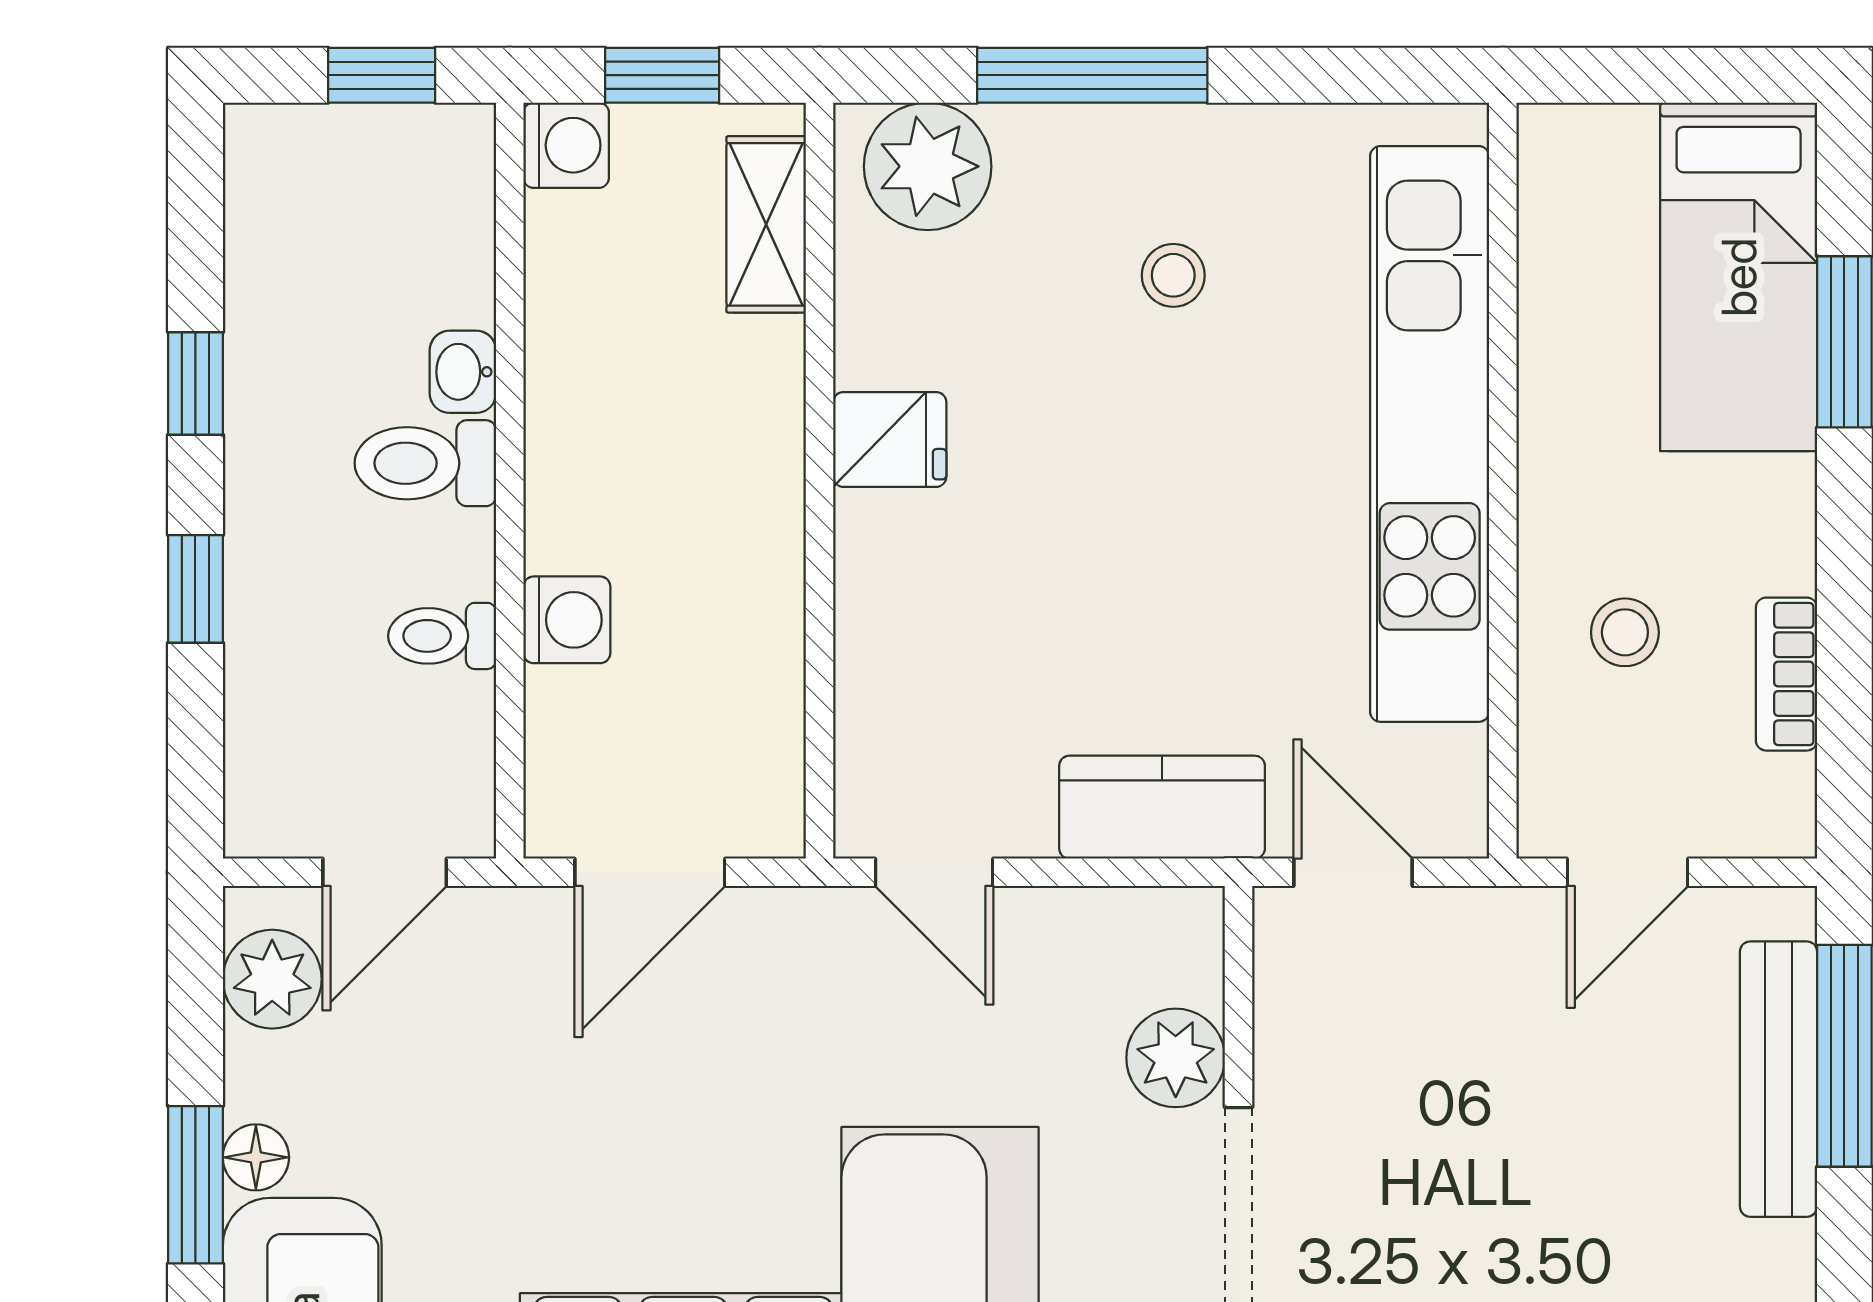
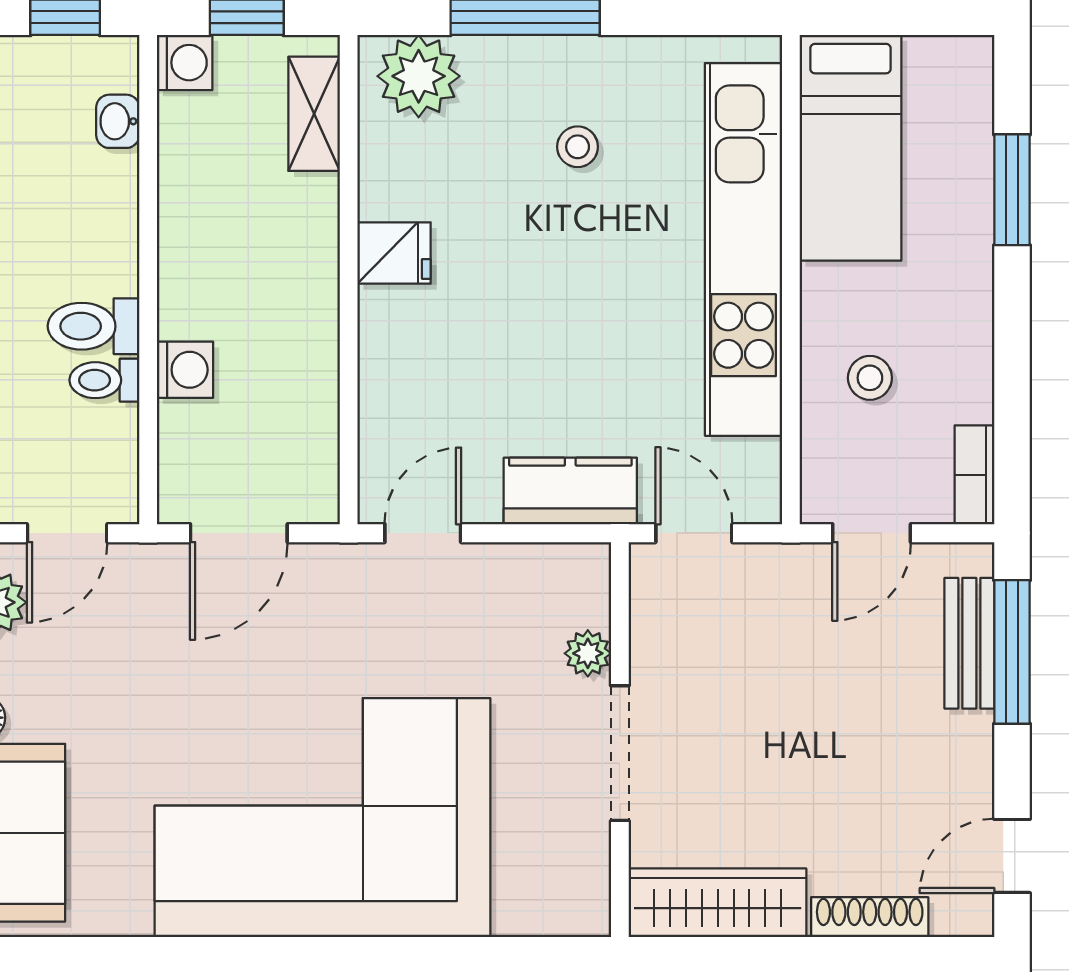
bed: (1739, 277) -> (850, 148), moved
washbasin: (463, 372) -> (118, 121), moved
toilet: (425, 463) -> (93, 326), moved
bookcase: (1786, 674) -> (974, 475), moved
door: (934, 872) -> (423, 533), swing flipped
plant: (1176, 1058) -> (588, 653), width x0.73, depth x0.73
bench: (1779, 1079) -> (969, 643), width x0.73

